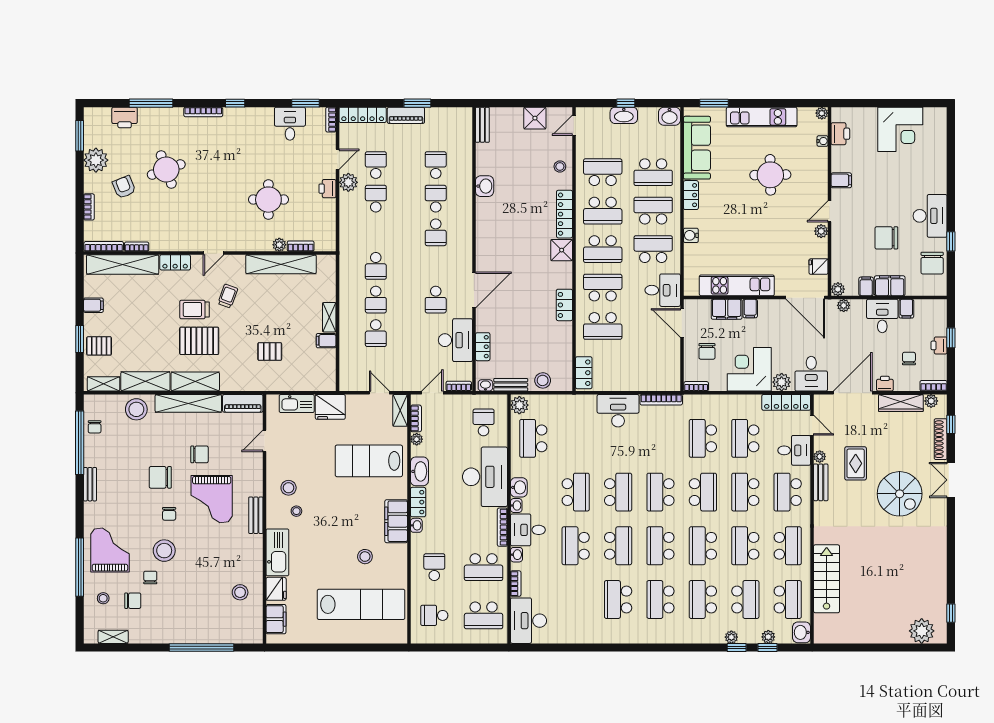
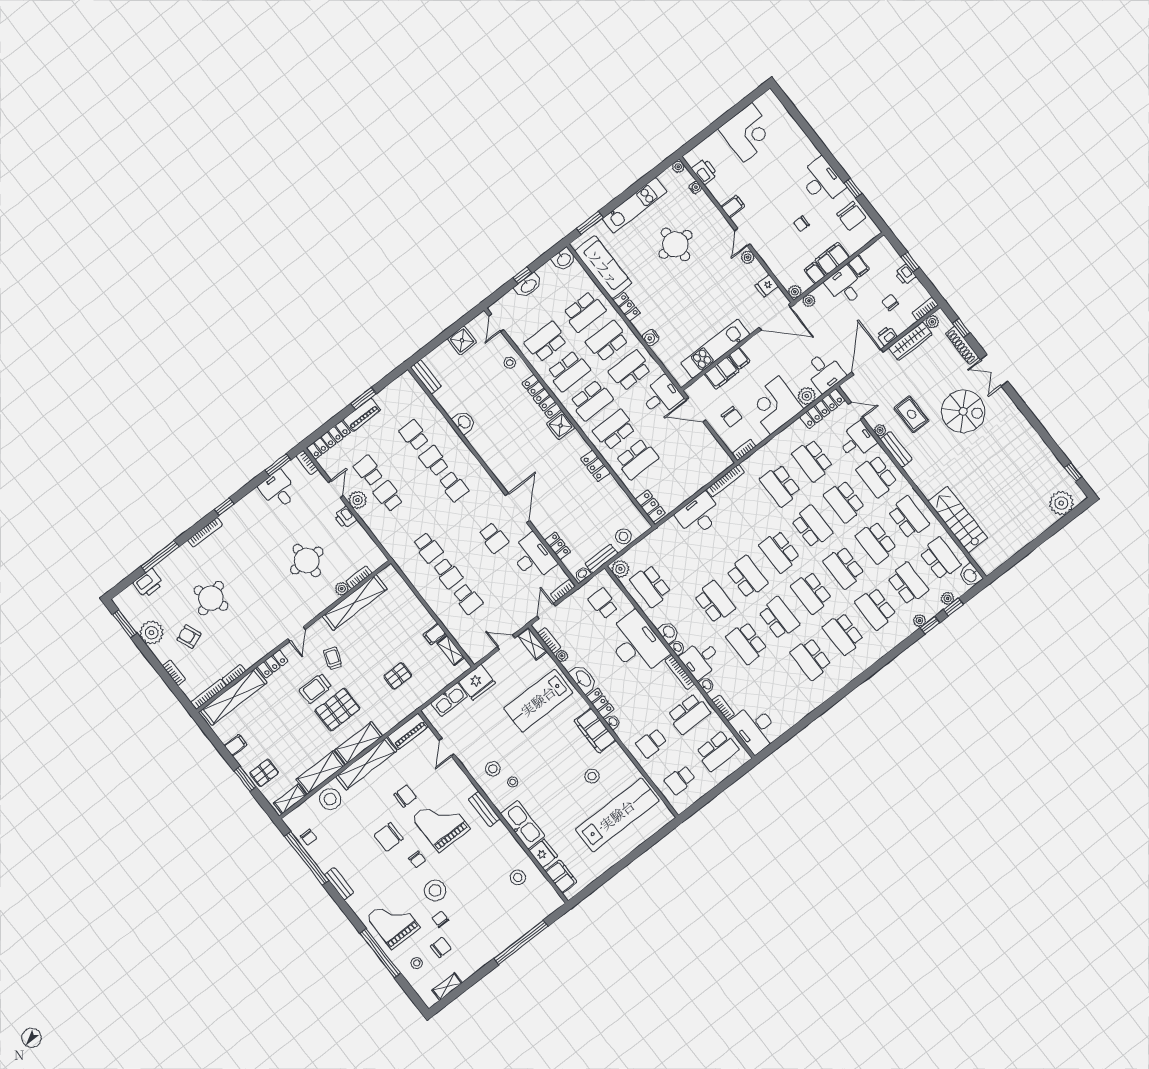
chair: (886, 238) -> (801, 224), width x0.54, depth x0.54
shelving: (329, 317) -> (451, 650), moved
grand piano: (212, 499) -> (441, 823), turned 180
school desk: (434, 567) -> (651, 743), turned -90

